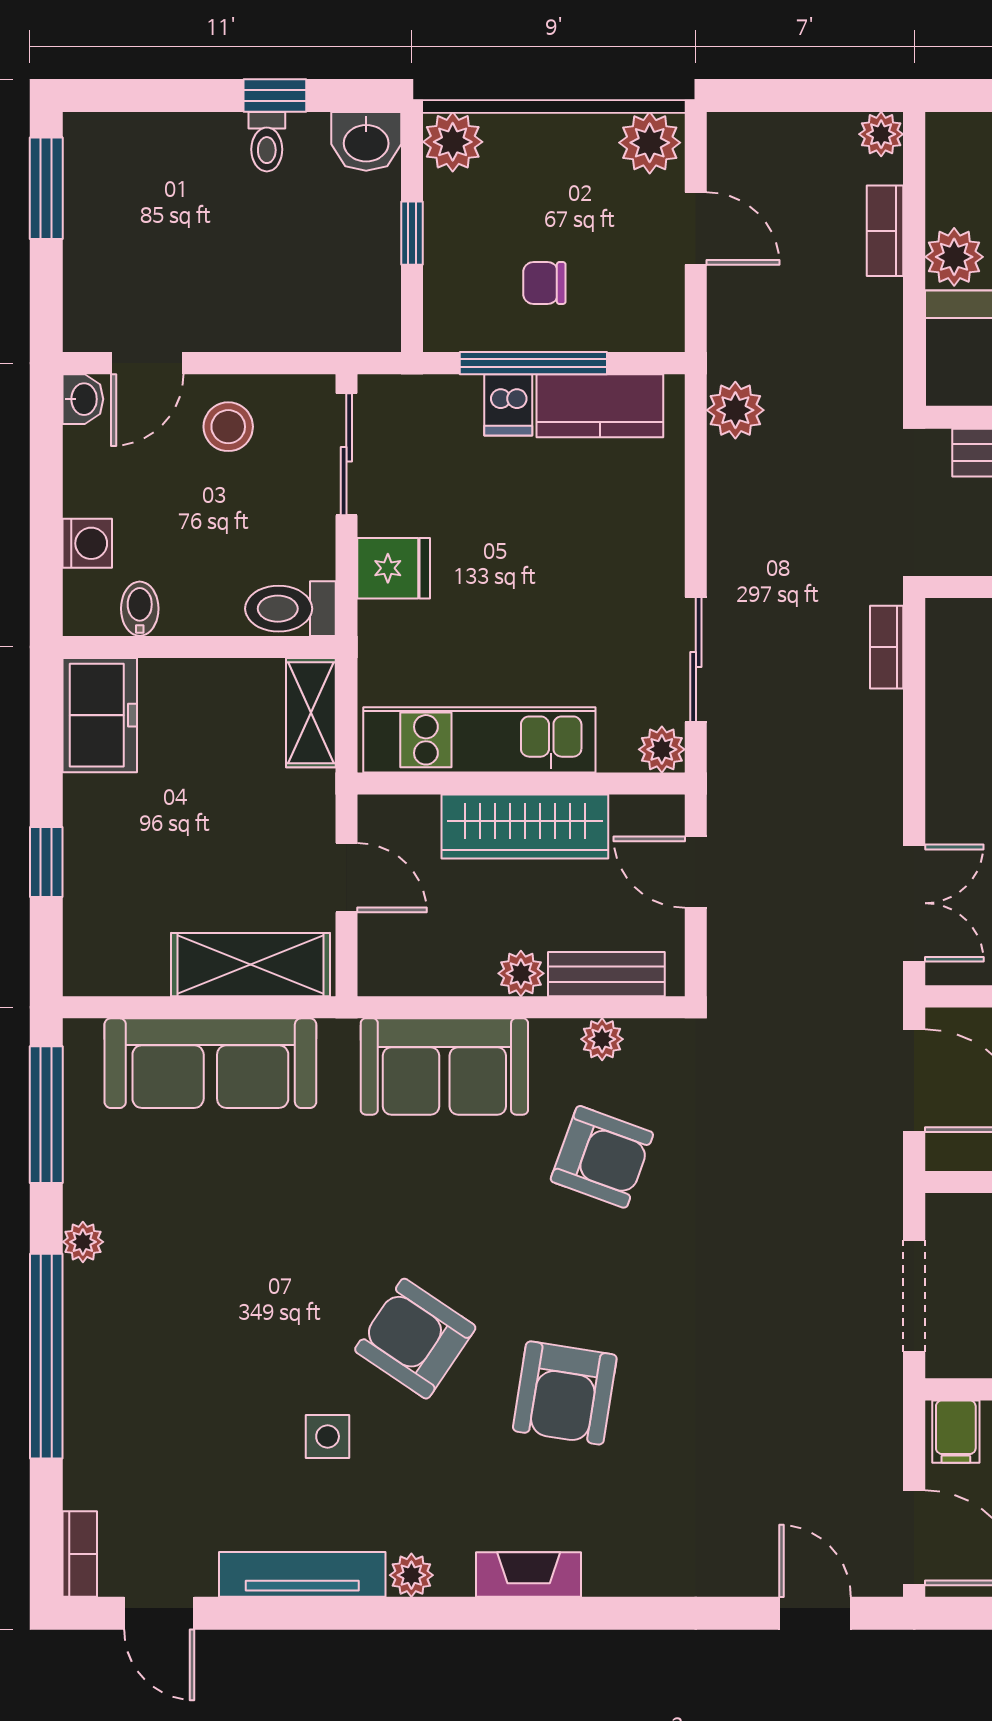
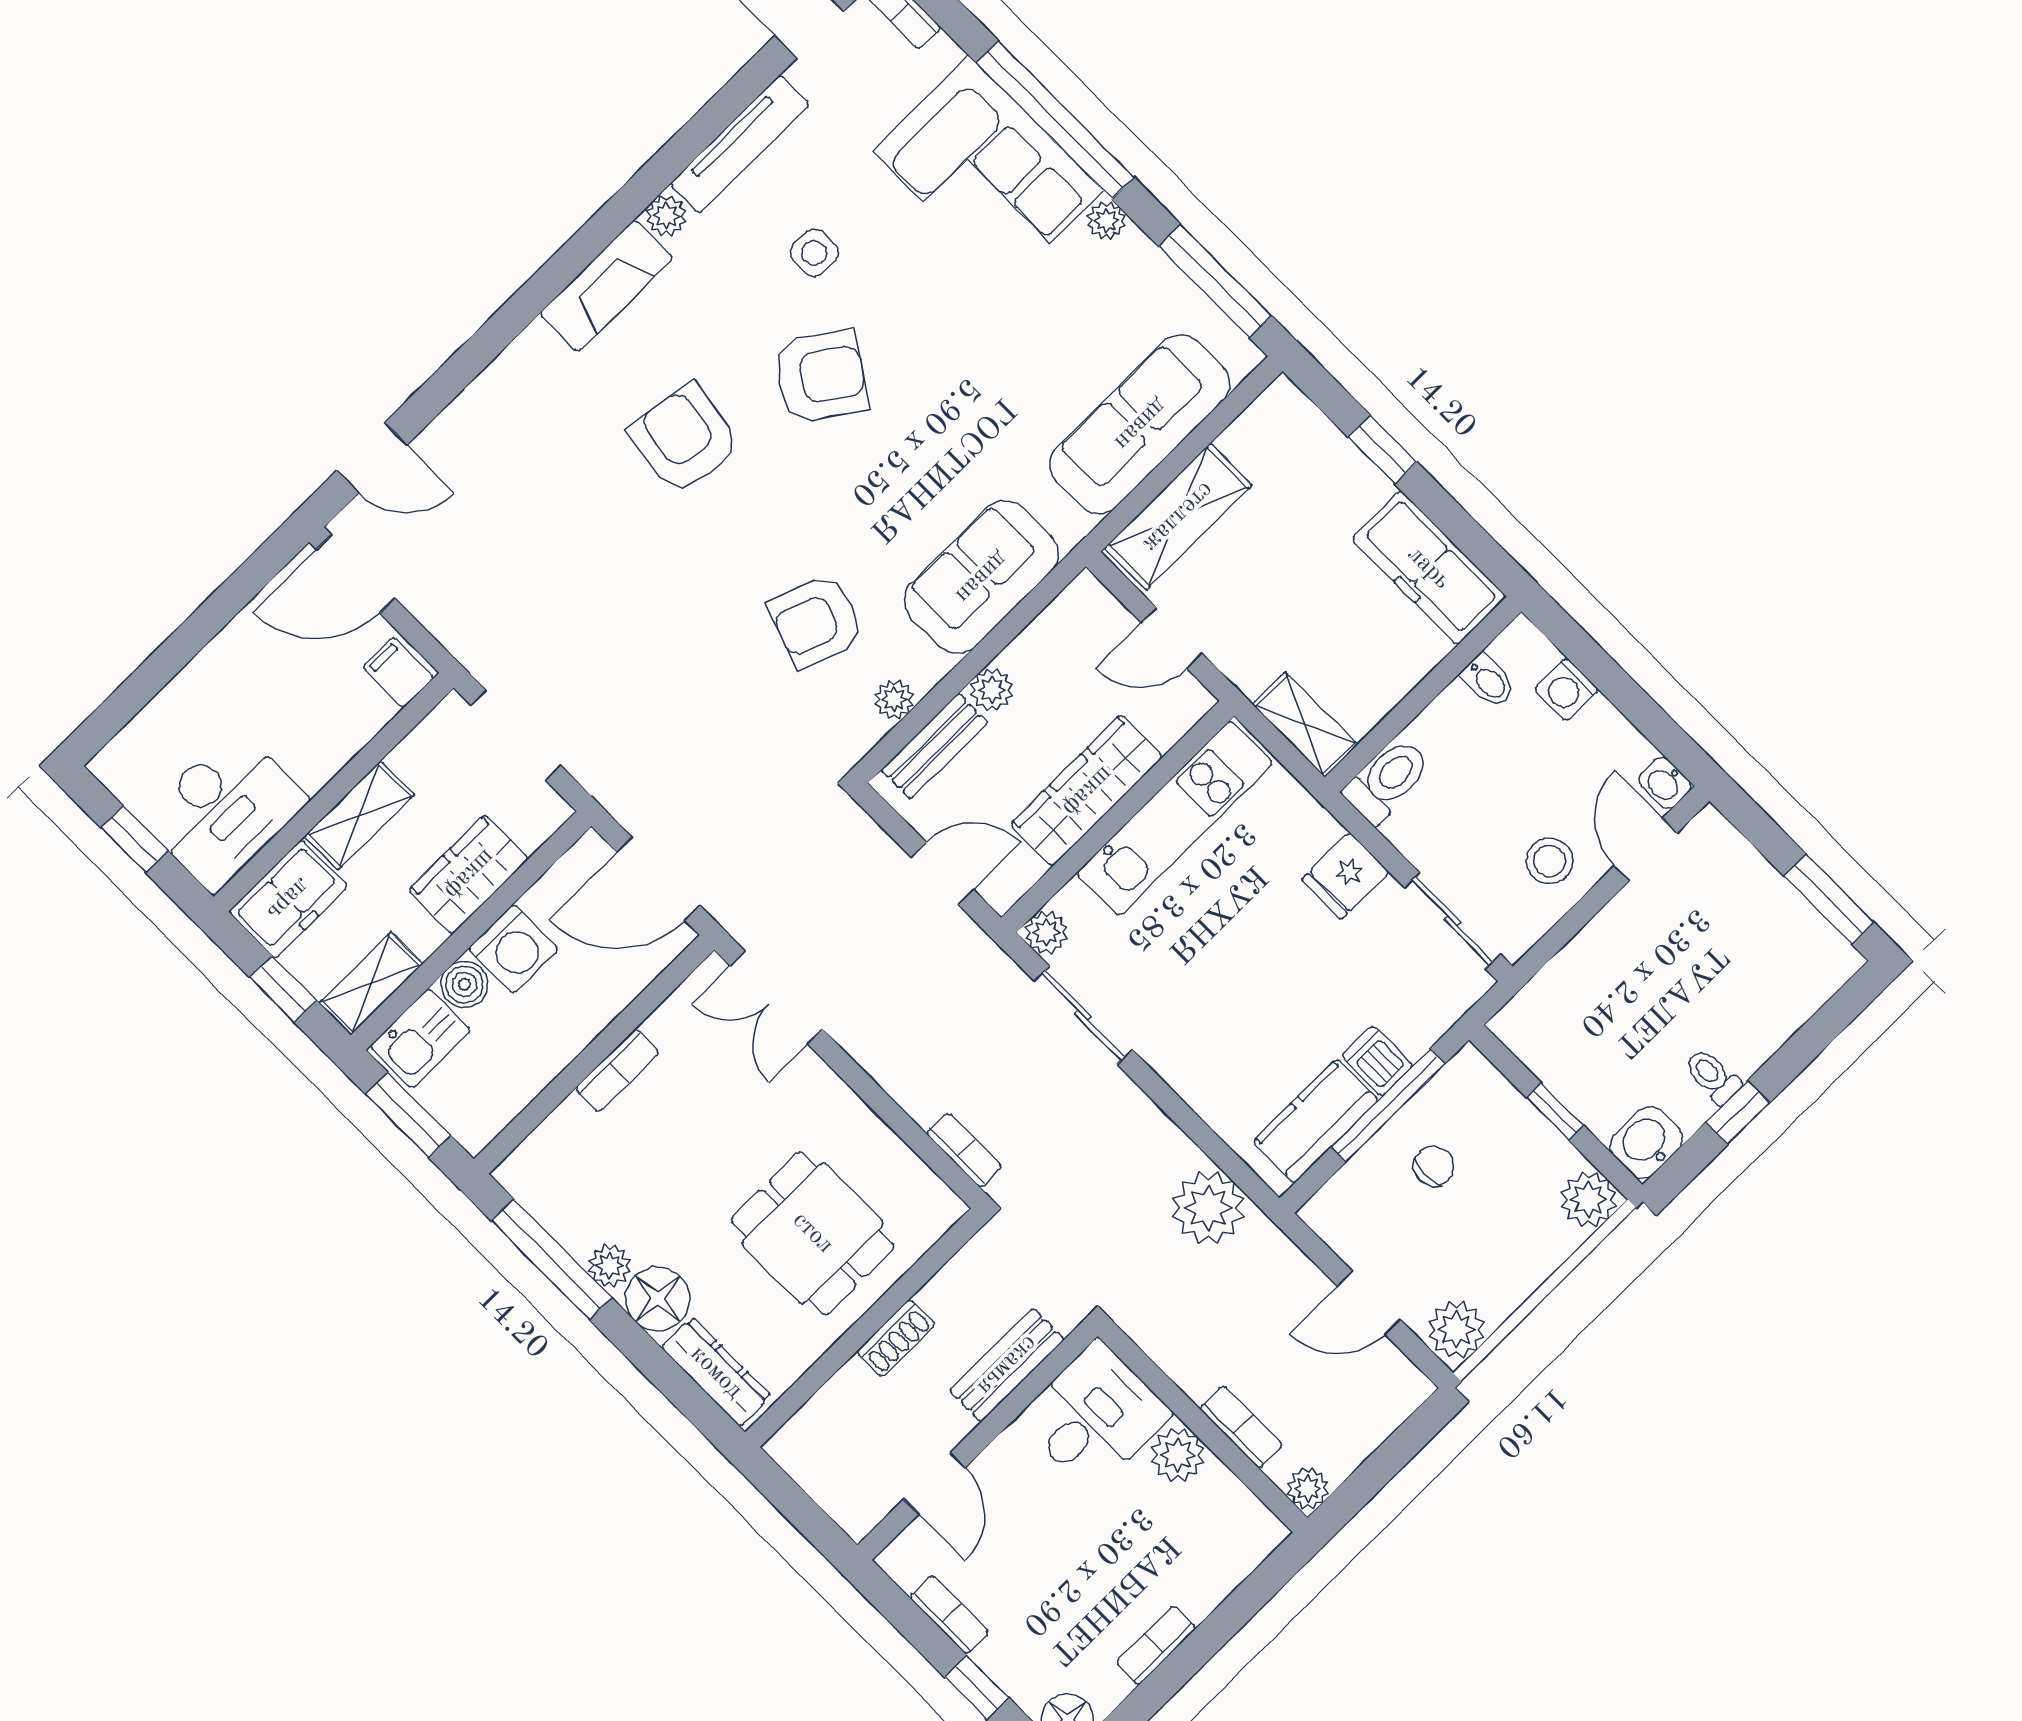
plant: (735, 410) -> (1208, 1208), width x1.36, depth x1.36
freezer: (100, 715) -> (1429, 568), width x1.40
corner sofa: (135, 1368) -> (988, 171), added
fireplace: (529, 1574) -> (606, 286), width x1.37, depth x1.32

